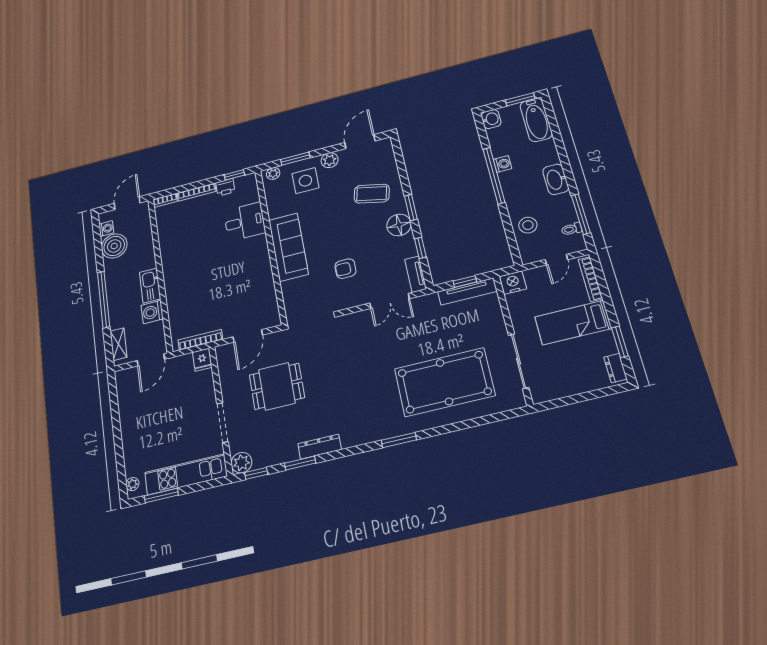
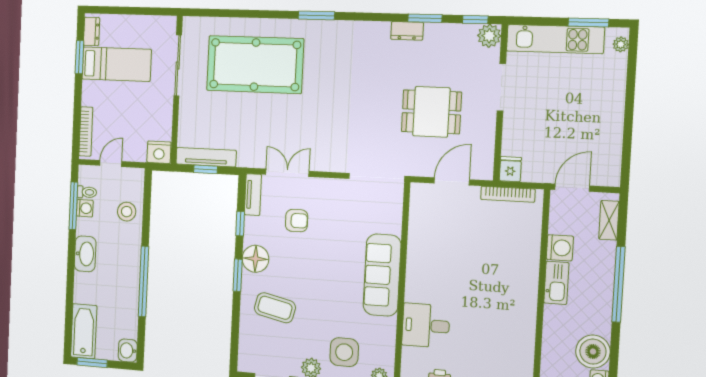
washing machine: (502, 164) -> (85, 208), moved, turned 180
armchair: (345, 269) -> (297, 221), moved
bed: (573, 323) -> (116, 64), moved
dresser: (320, 447) -> (407, 31), width x0.70

